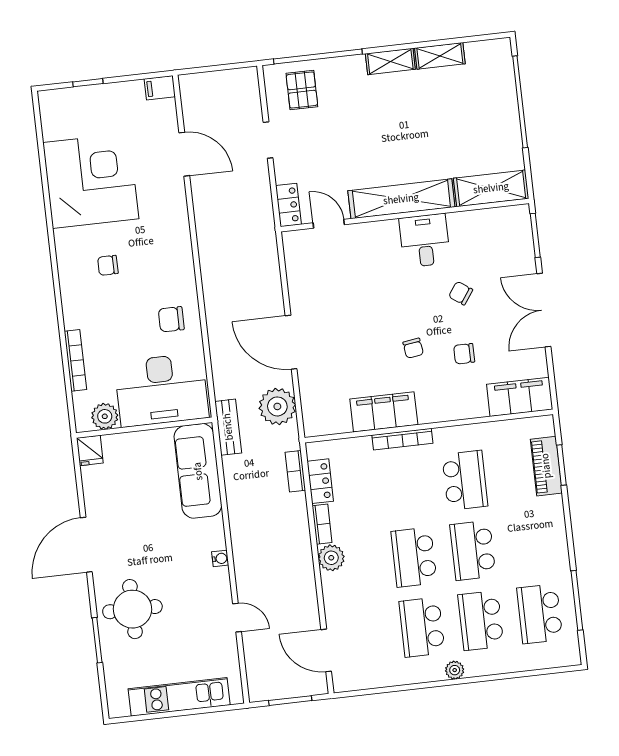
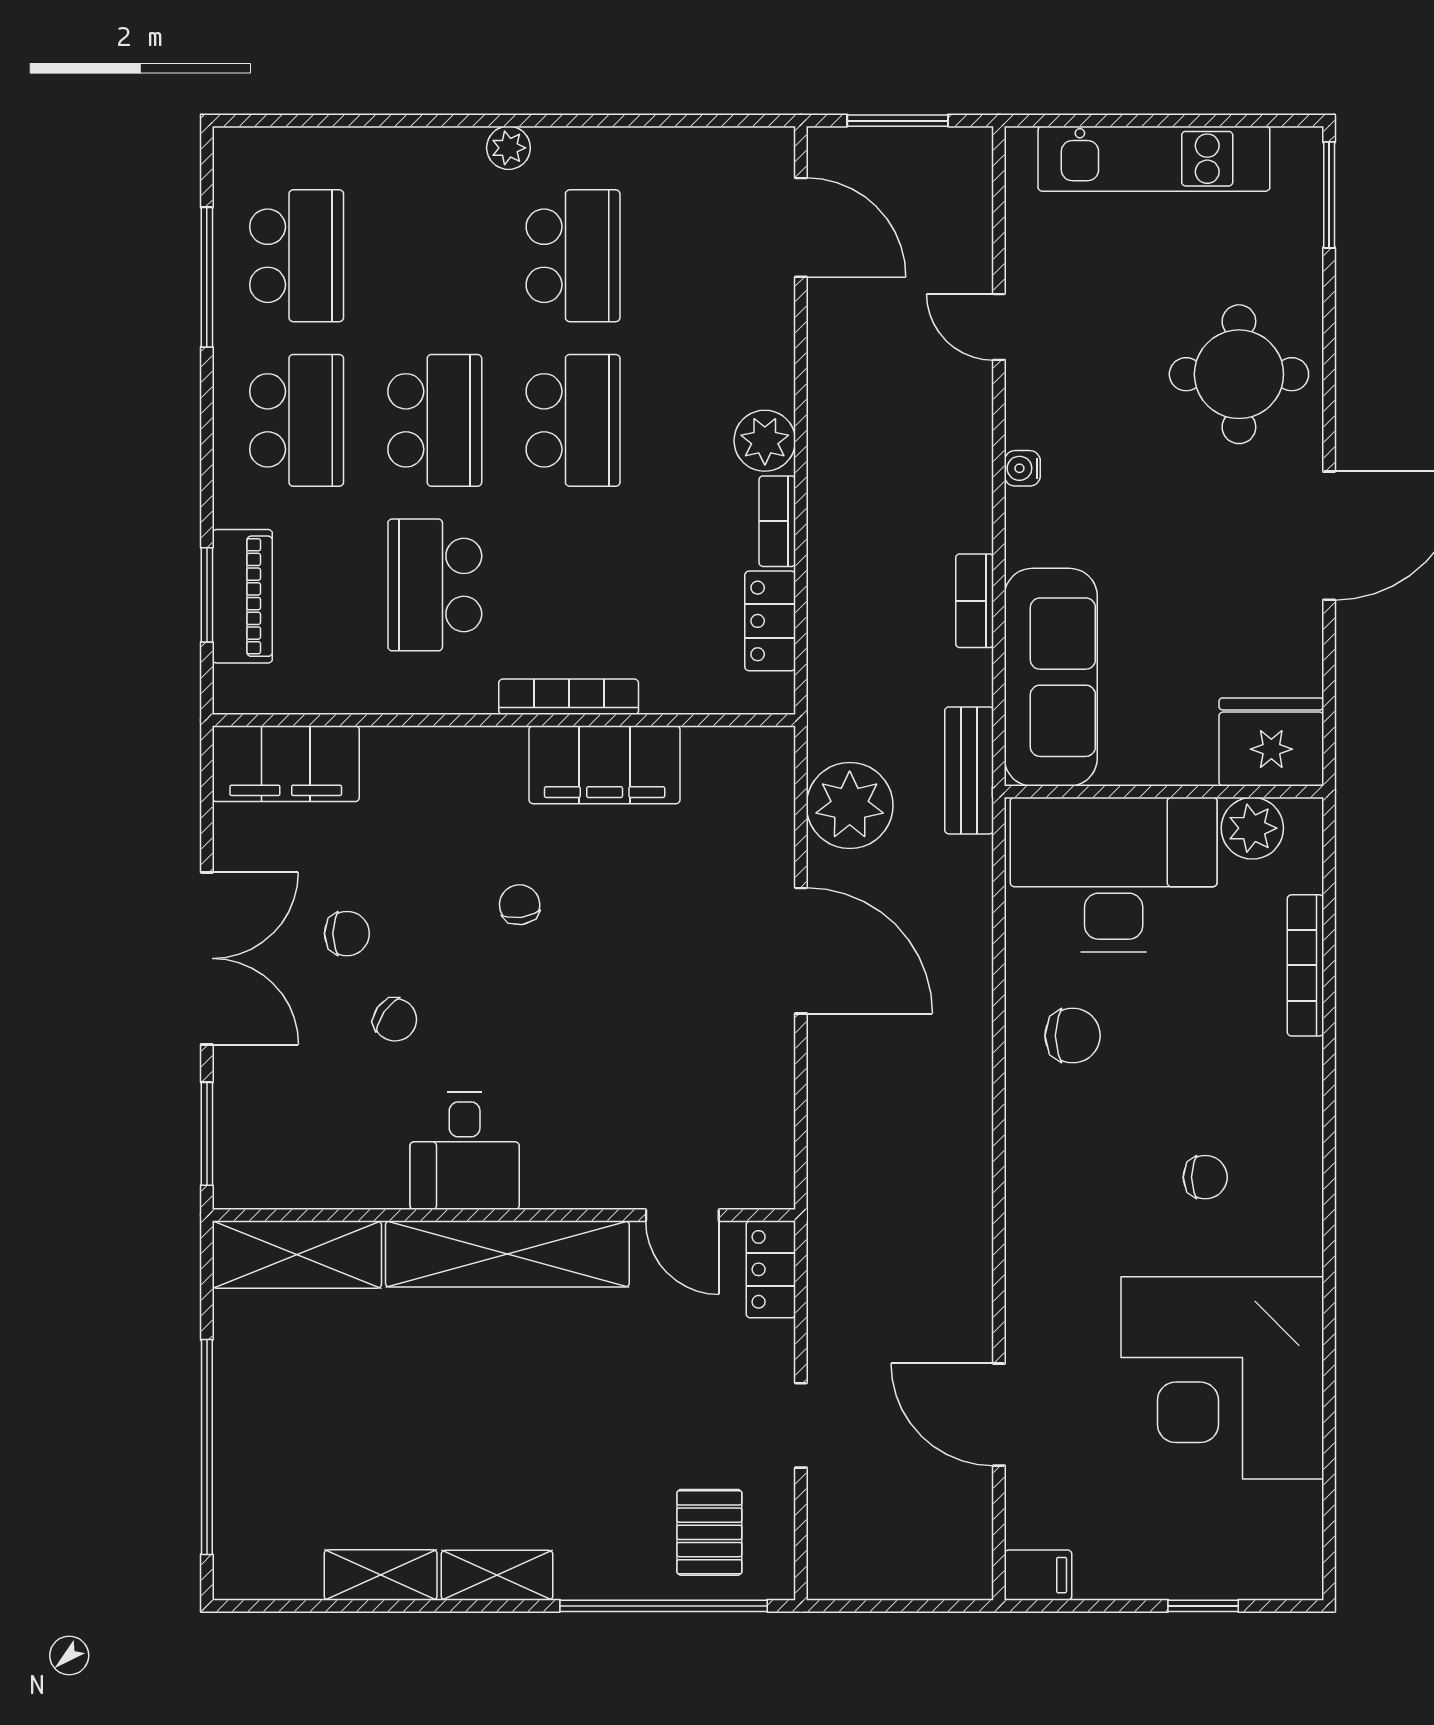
chair: (464, 354) -> (347, 934), moved
fridge: (90, 450) -> (1271, 742), width x1.88, depth x1.34
bookcase: (295, 471) -> (975, 601), moved, turned 180
school desk: (481, 621) -> (297, 420), moved
window: (97, 640) -> (1329, 195), moved

